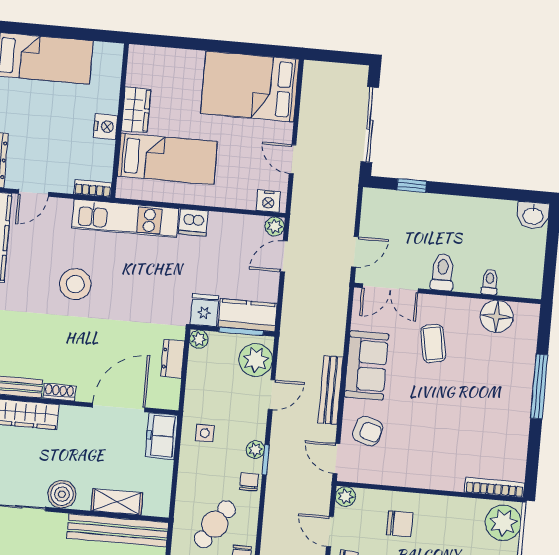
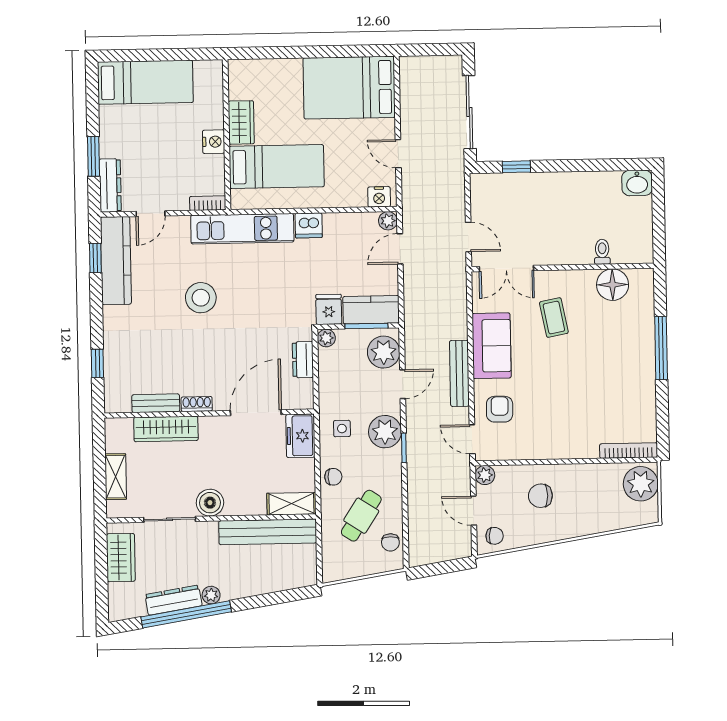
door: (355, 252) -> (468, 237), hinge flipped
toilet: (443, 272) -> (556, 247), removed
armchair: (368, 431) -> (500, 409), turned -105
plant: (255, 450) -> (385, 432), width x1.87, depth x1.87
chair: (249, 482) -> (333, 477), moved, turned 90
shelving: (117, 502) -> (291, 504), moved
chair: (400, 524) -> (540, 496), turned 180

